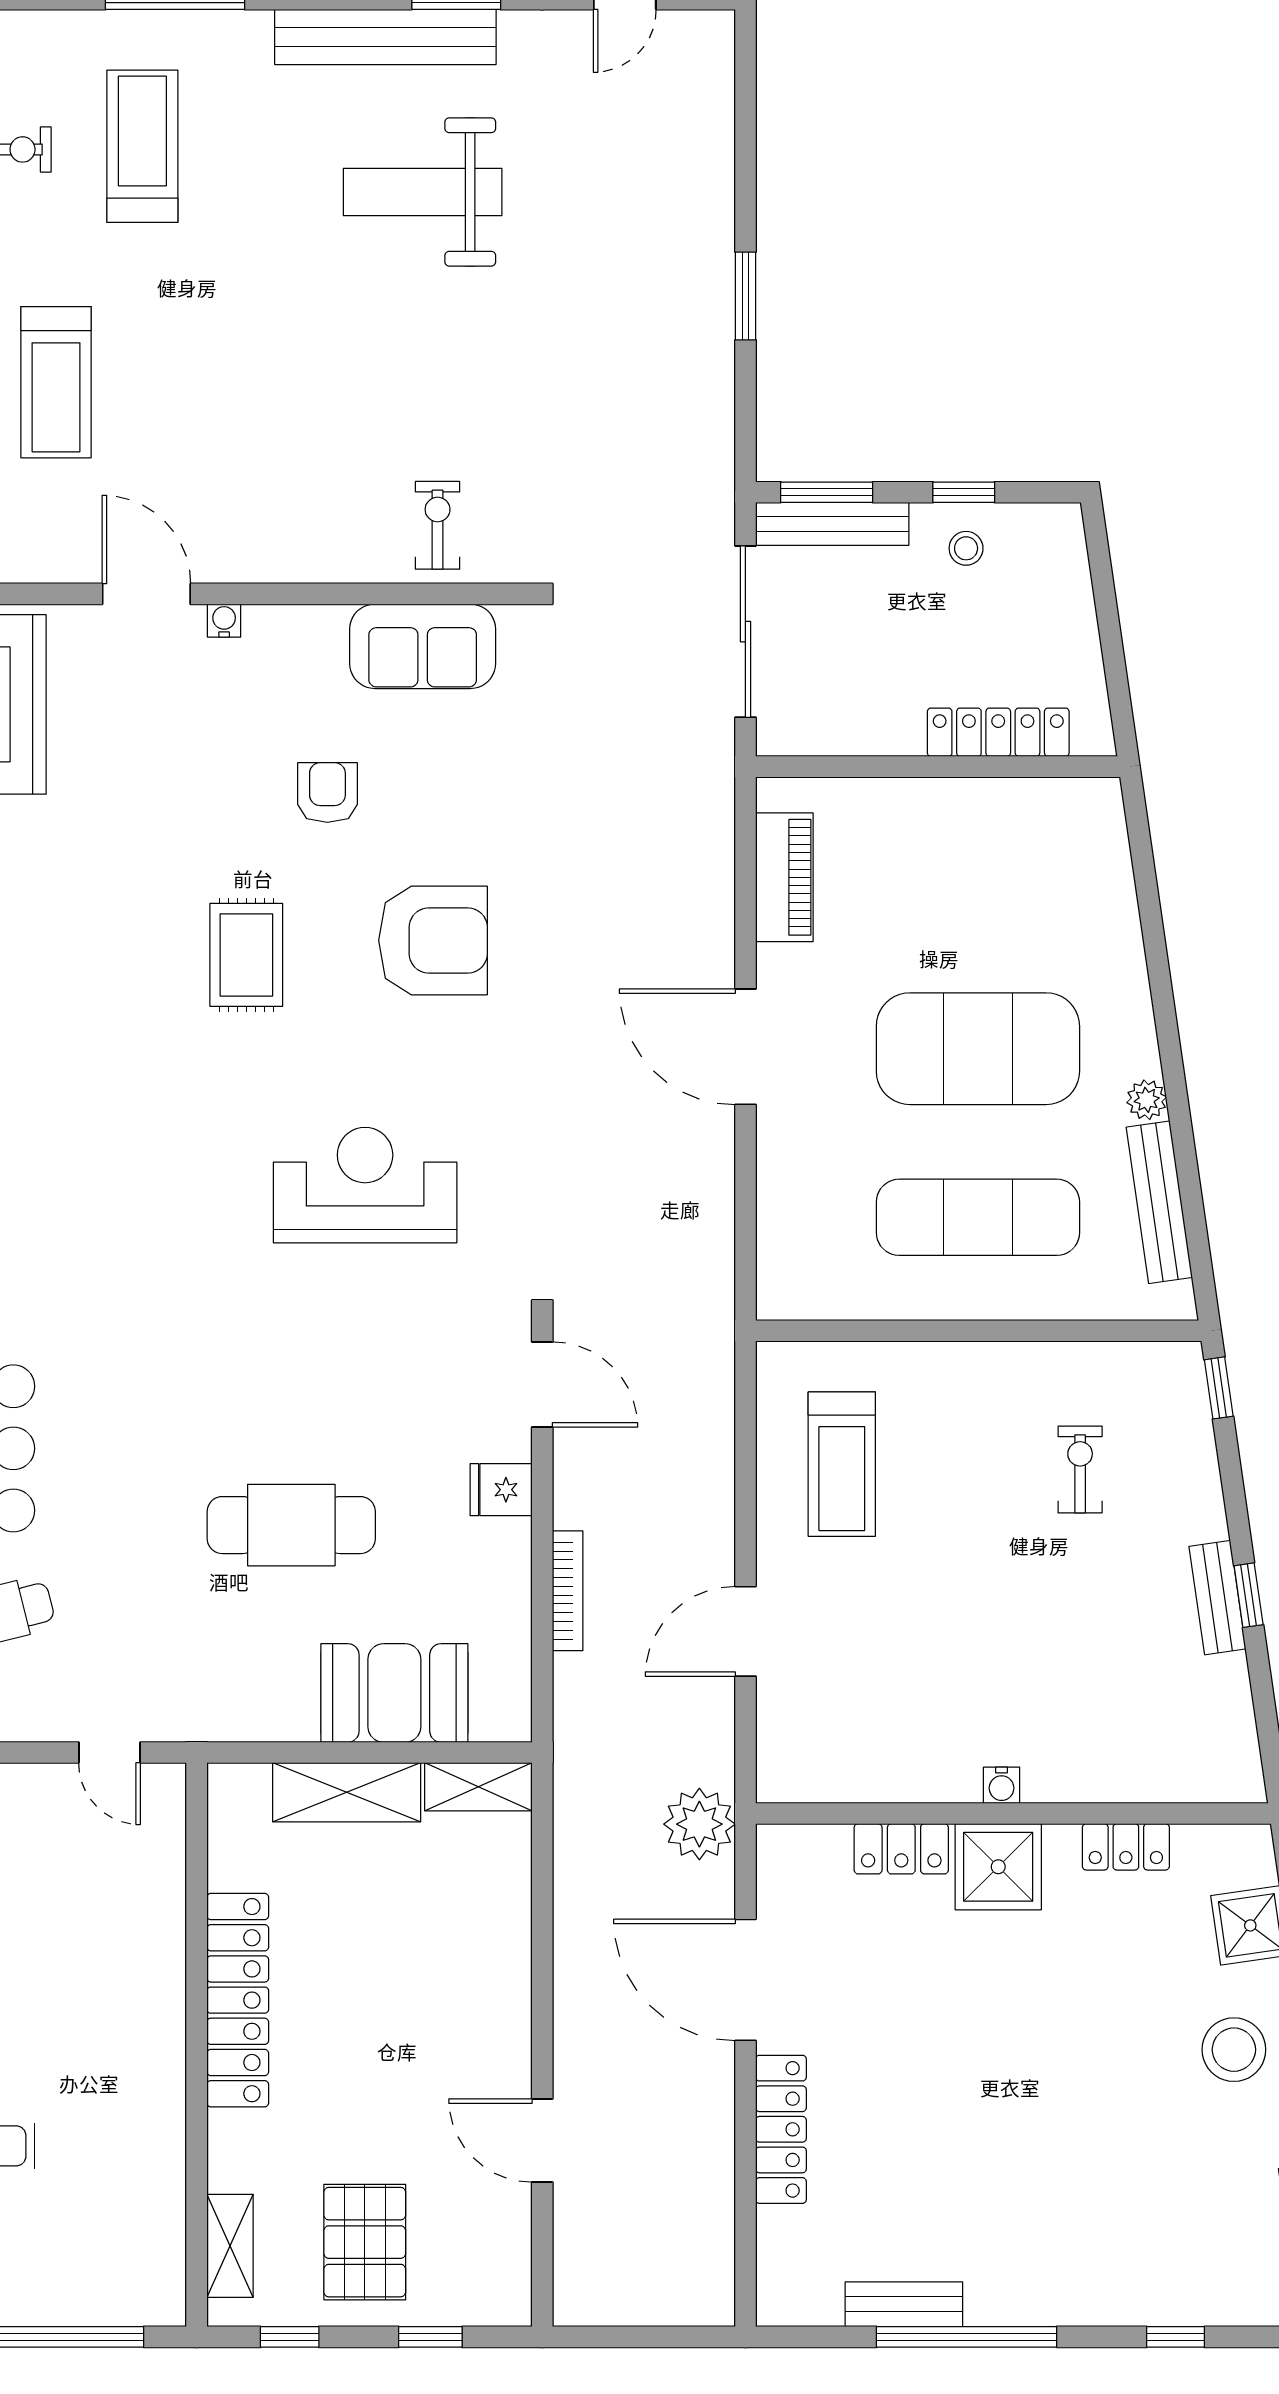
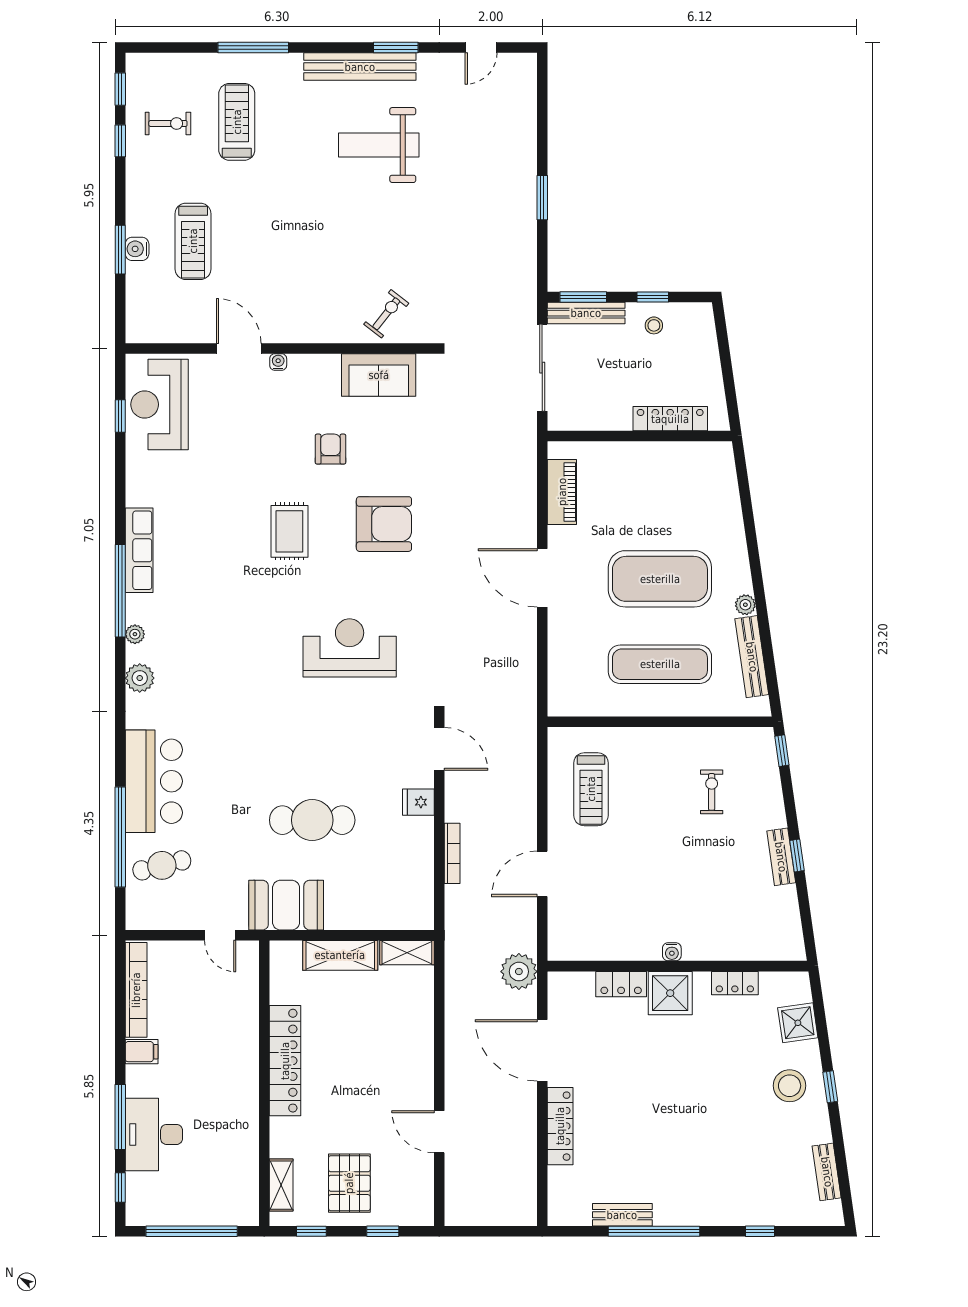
exercise bike: (438, 525) -> (386, 314), turned 38
booth: (394, 1693) -> (286, 905), moved

